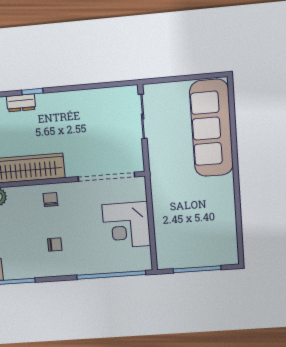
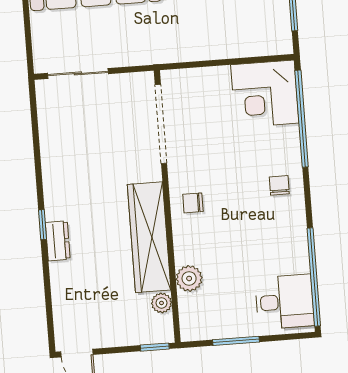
corner desk: (126, 225) -> (265, 94), moved, turned 90
chair: (55, 244) -> (279, 185), moved

